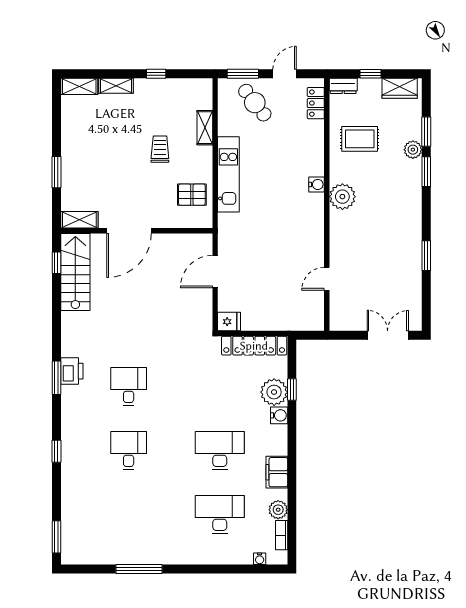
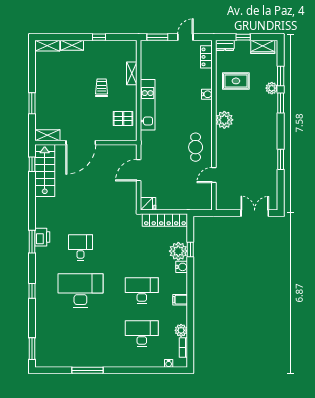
cafe table: (255, 103) -> (196, 147), moved, turned 38
water cooler: (316, 184) -> (207, 94), moved
desk: (129, 450) -> (80, 290), width x1.87, depth x1.30
filing cabinet: (277, 472) -> (180, 300), width x0.50

